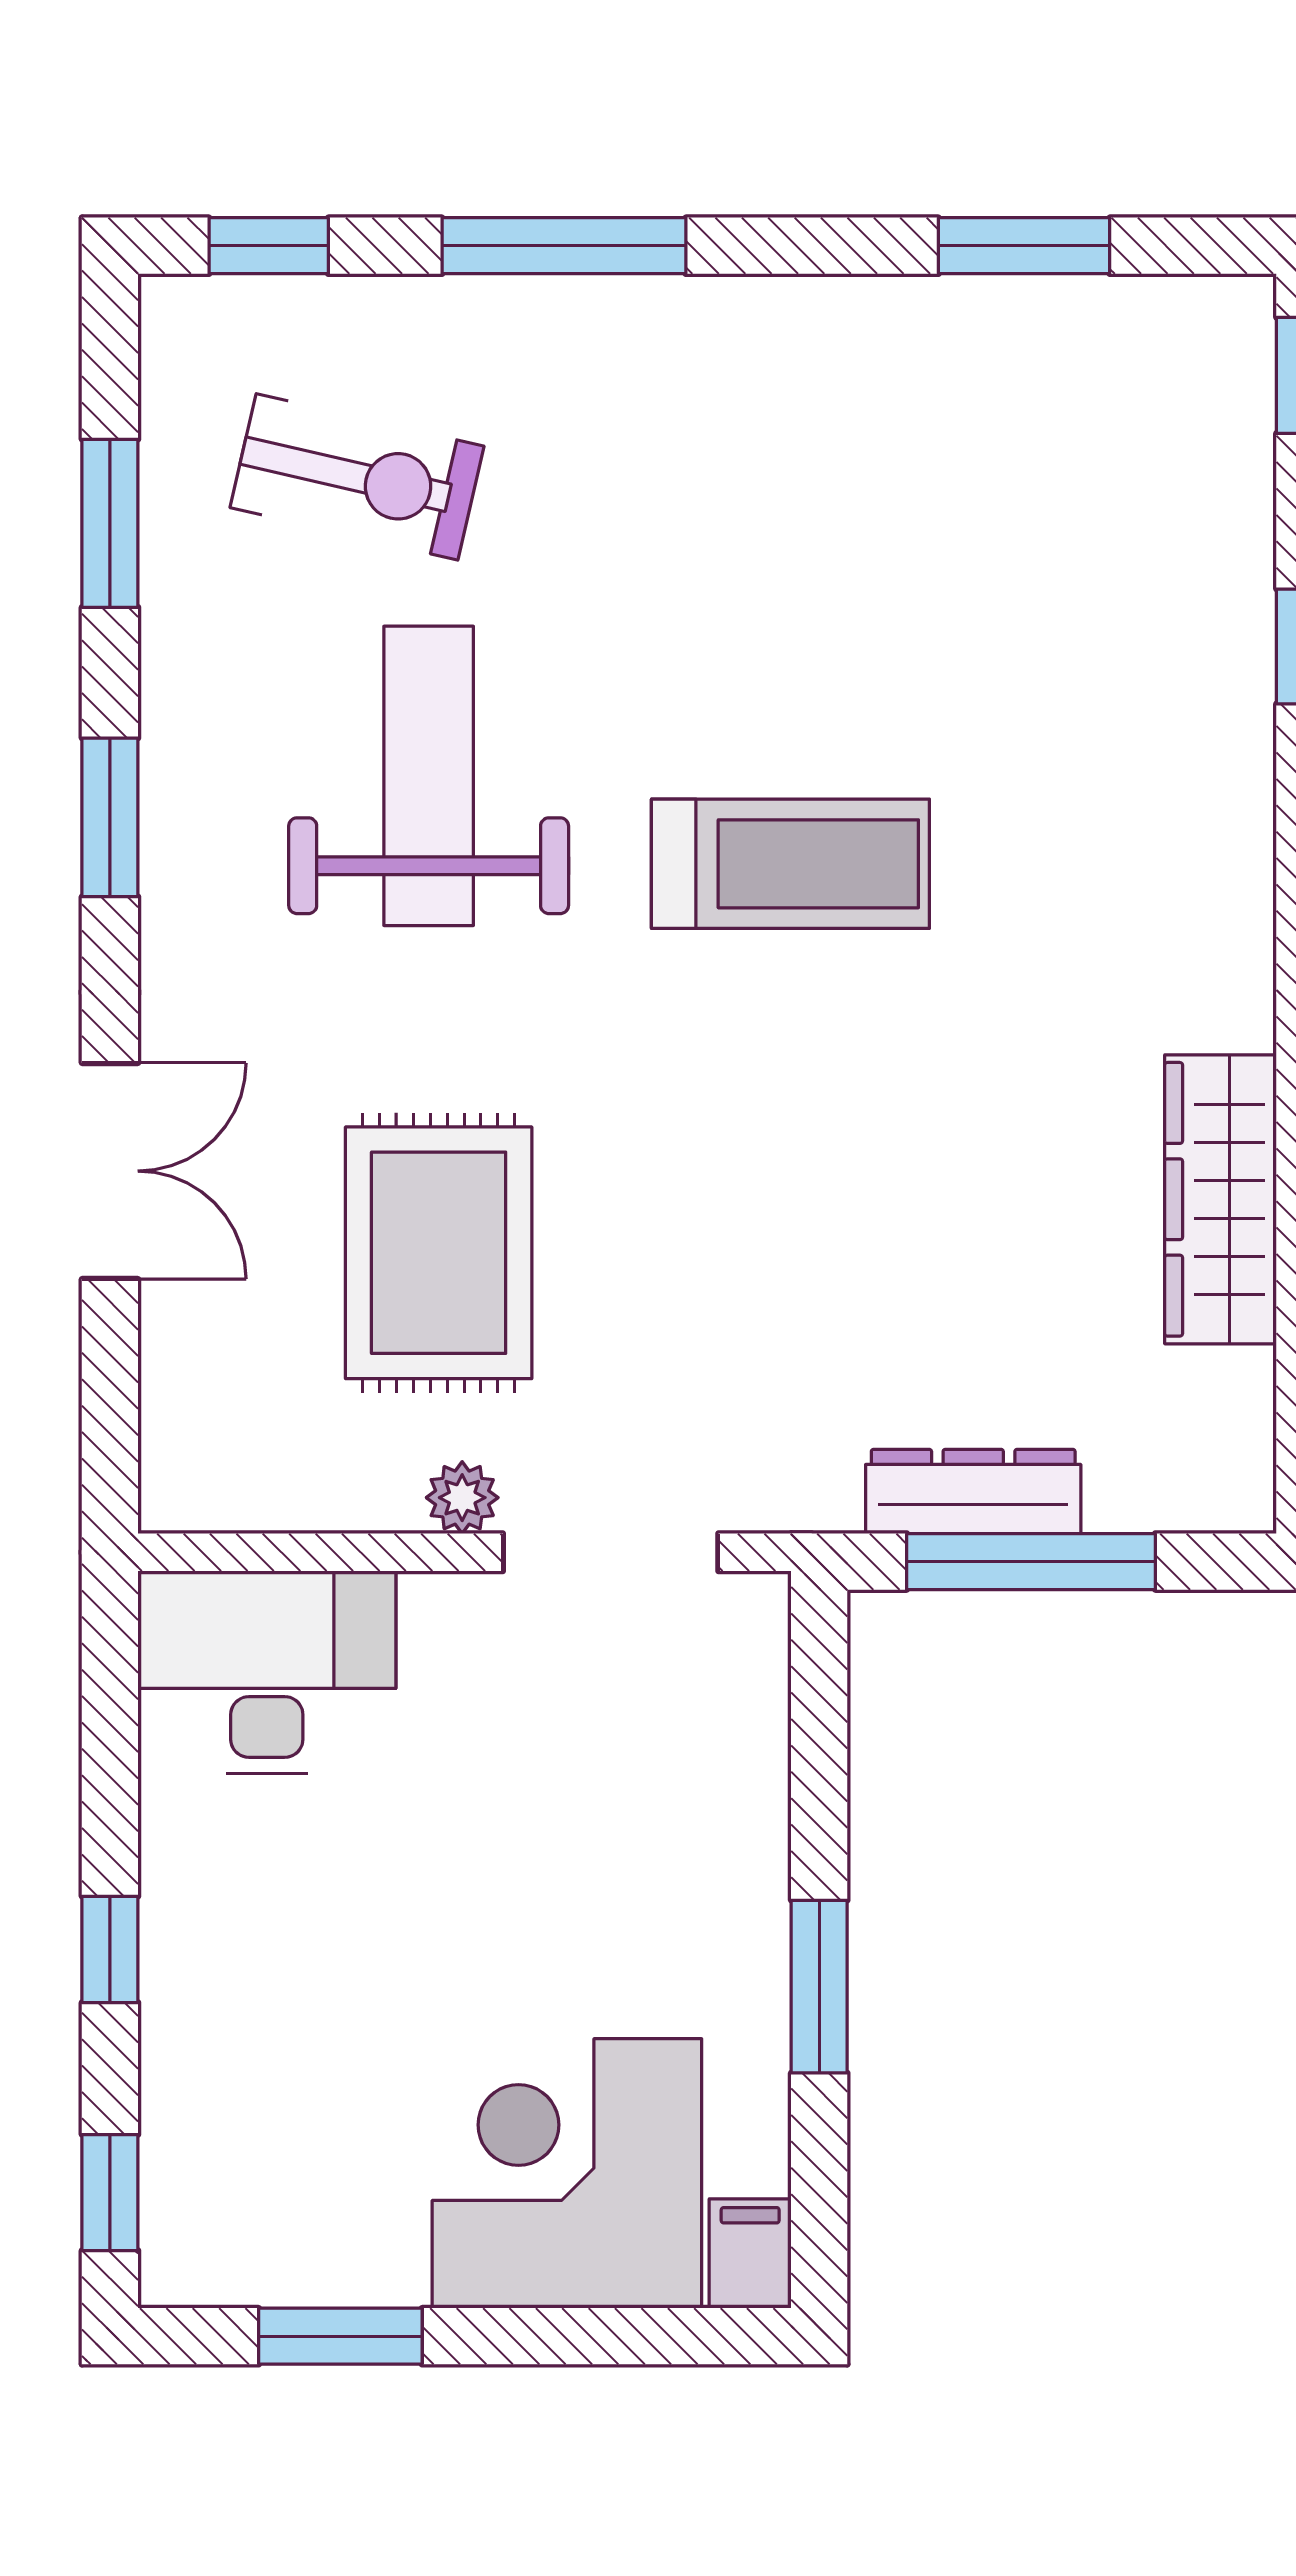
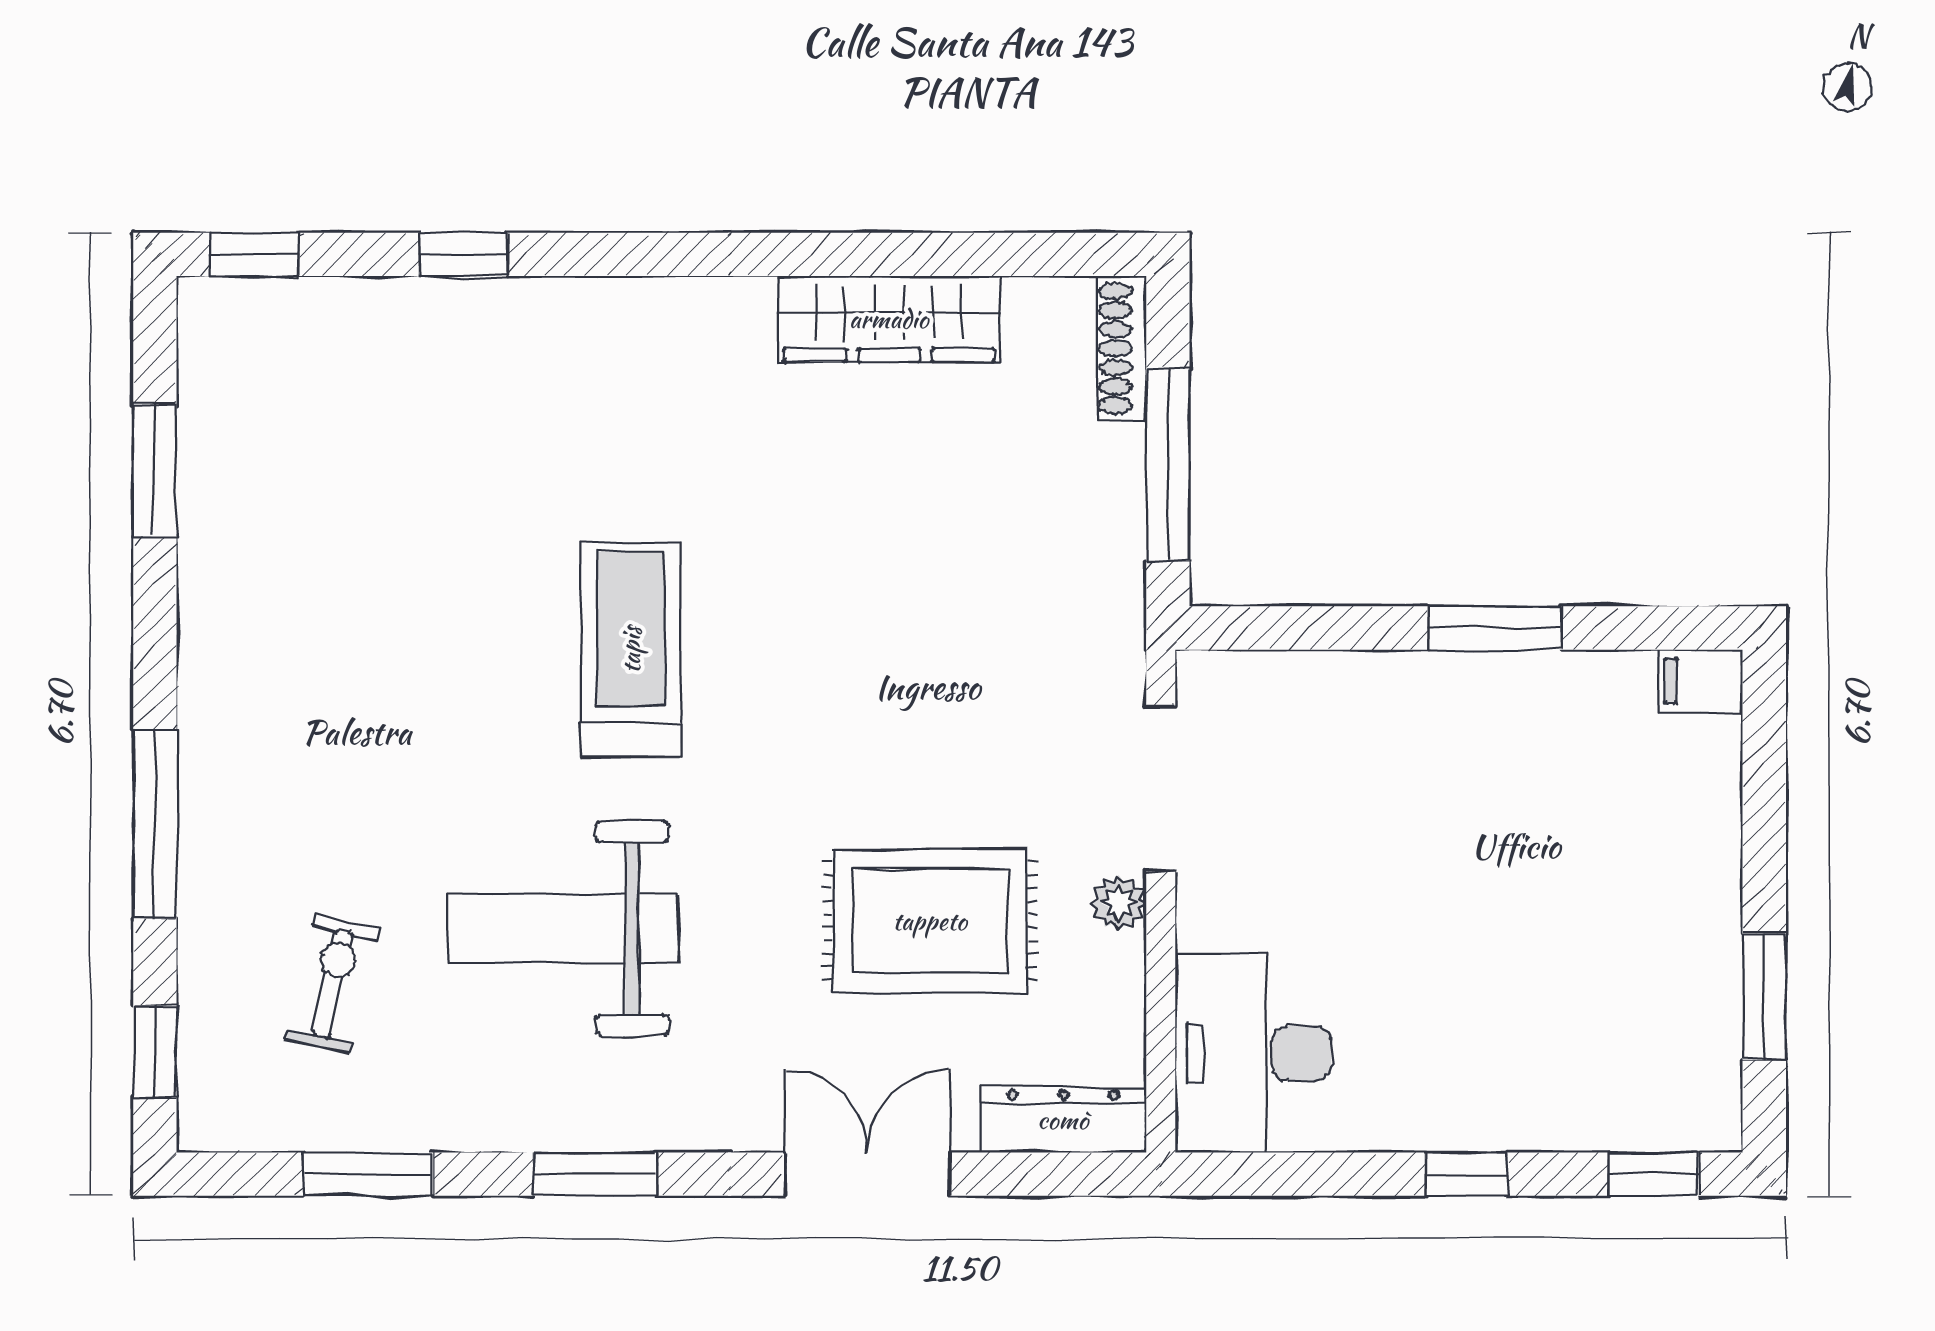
exercise bike: (357, 477) -> (333, 984), width x0.73, depth x0.72
dresser: (973, 1491) -> (1063, 1120), moved, turned 90
shoe rack: (1182, 1502) -> (1122, 348), added
corner desk: (567, 2173) -> (1639, 822), removed

